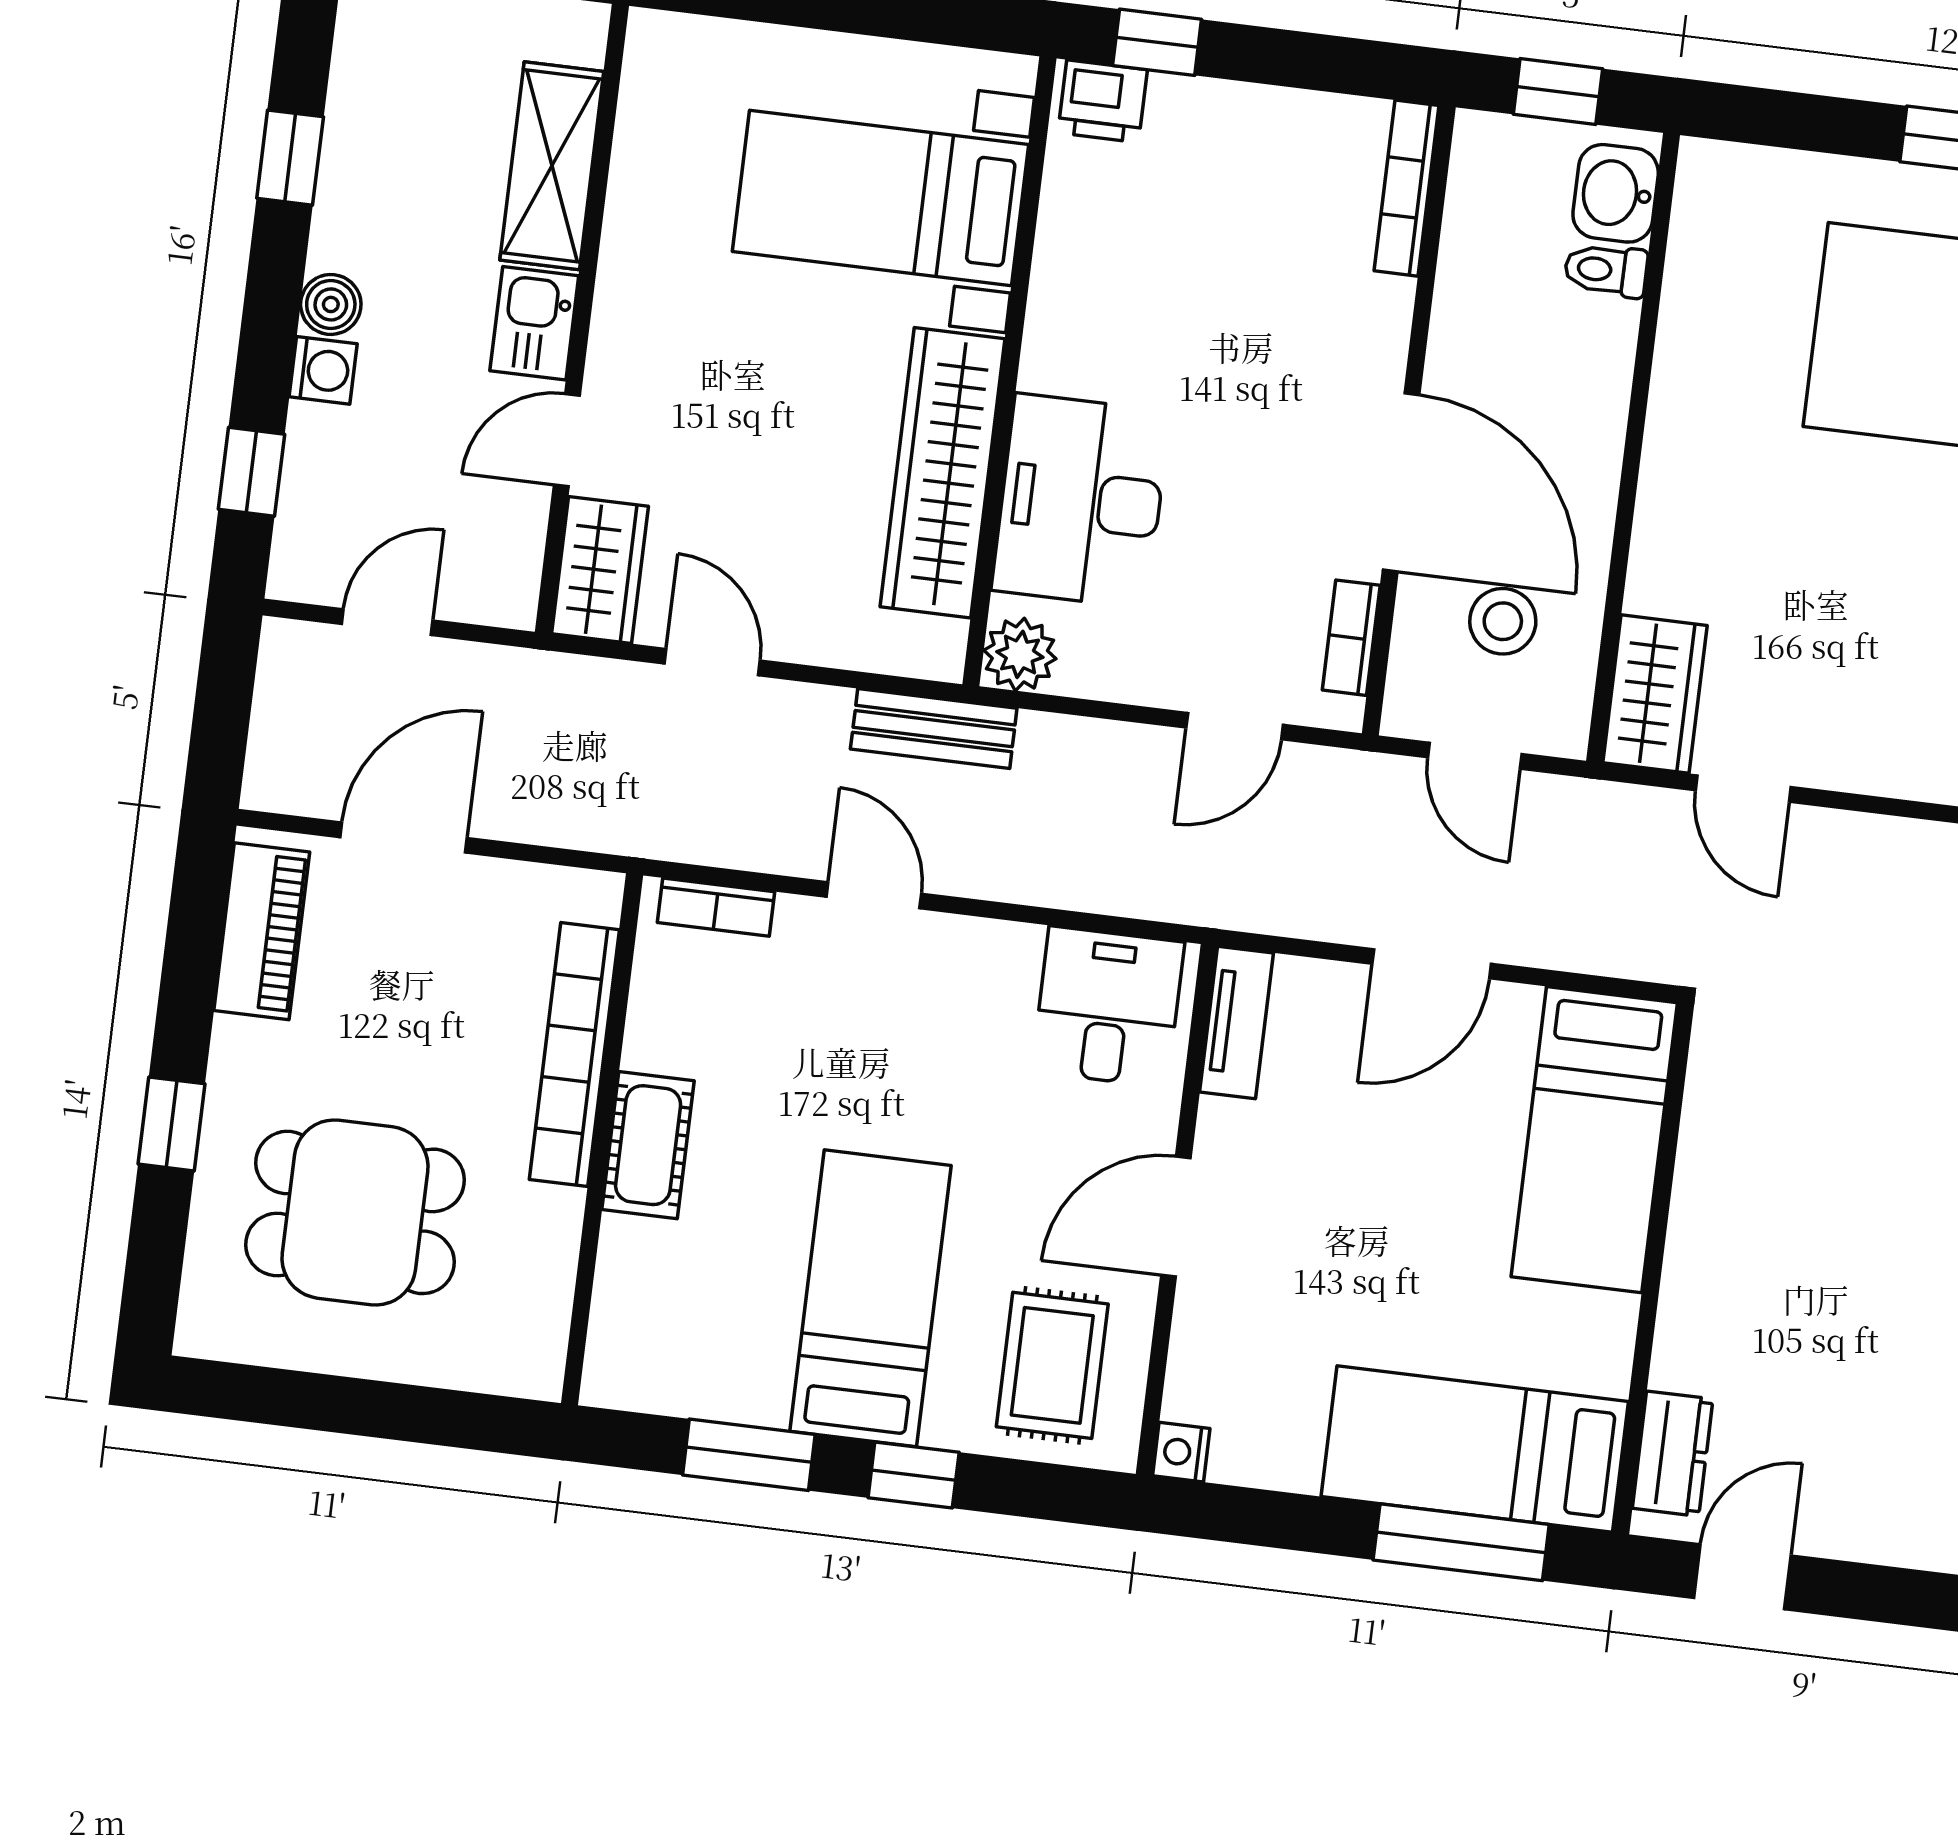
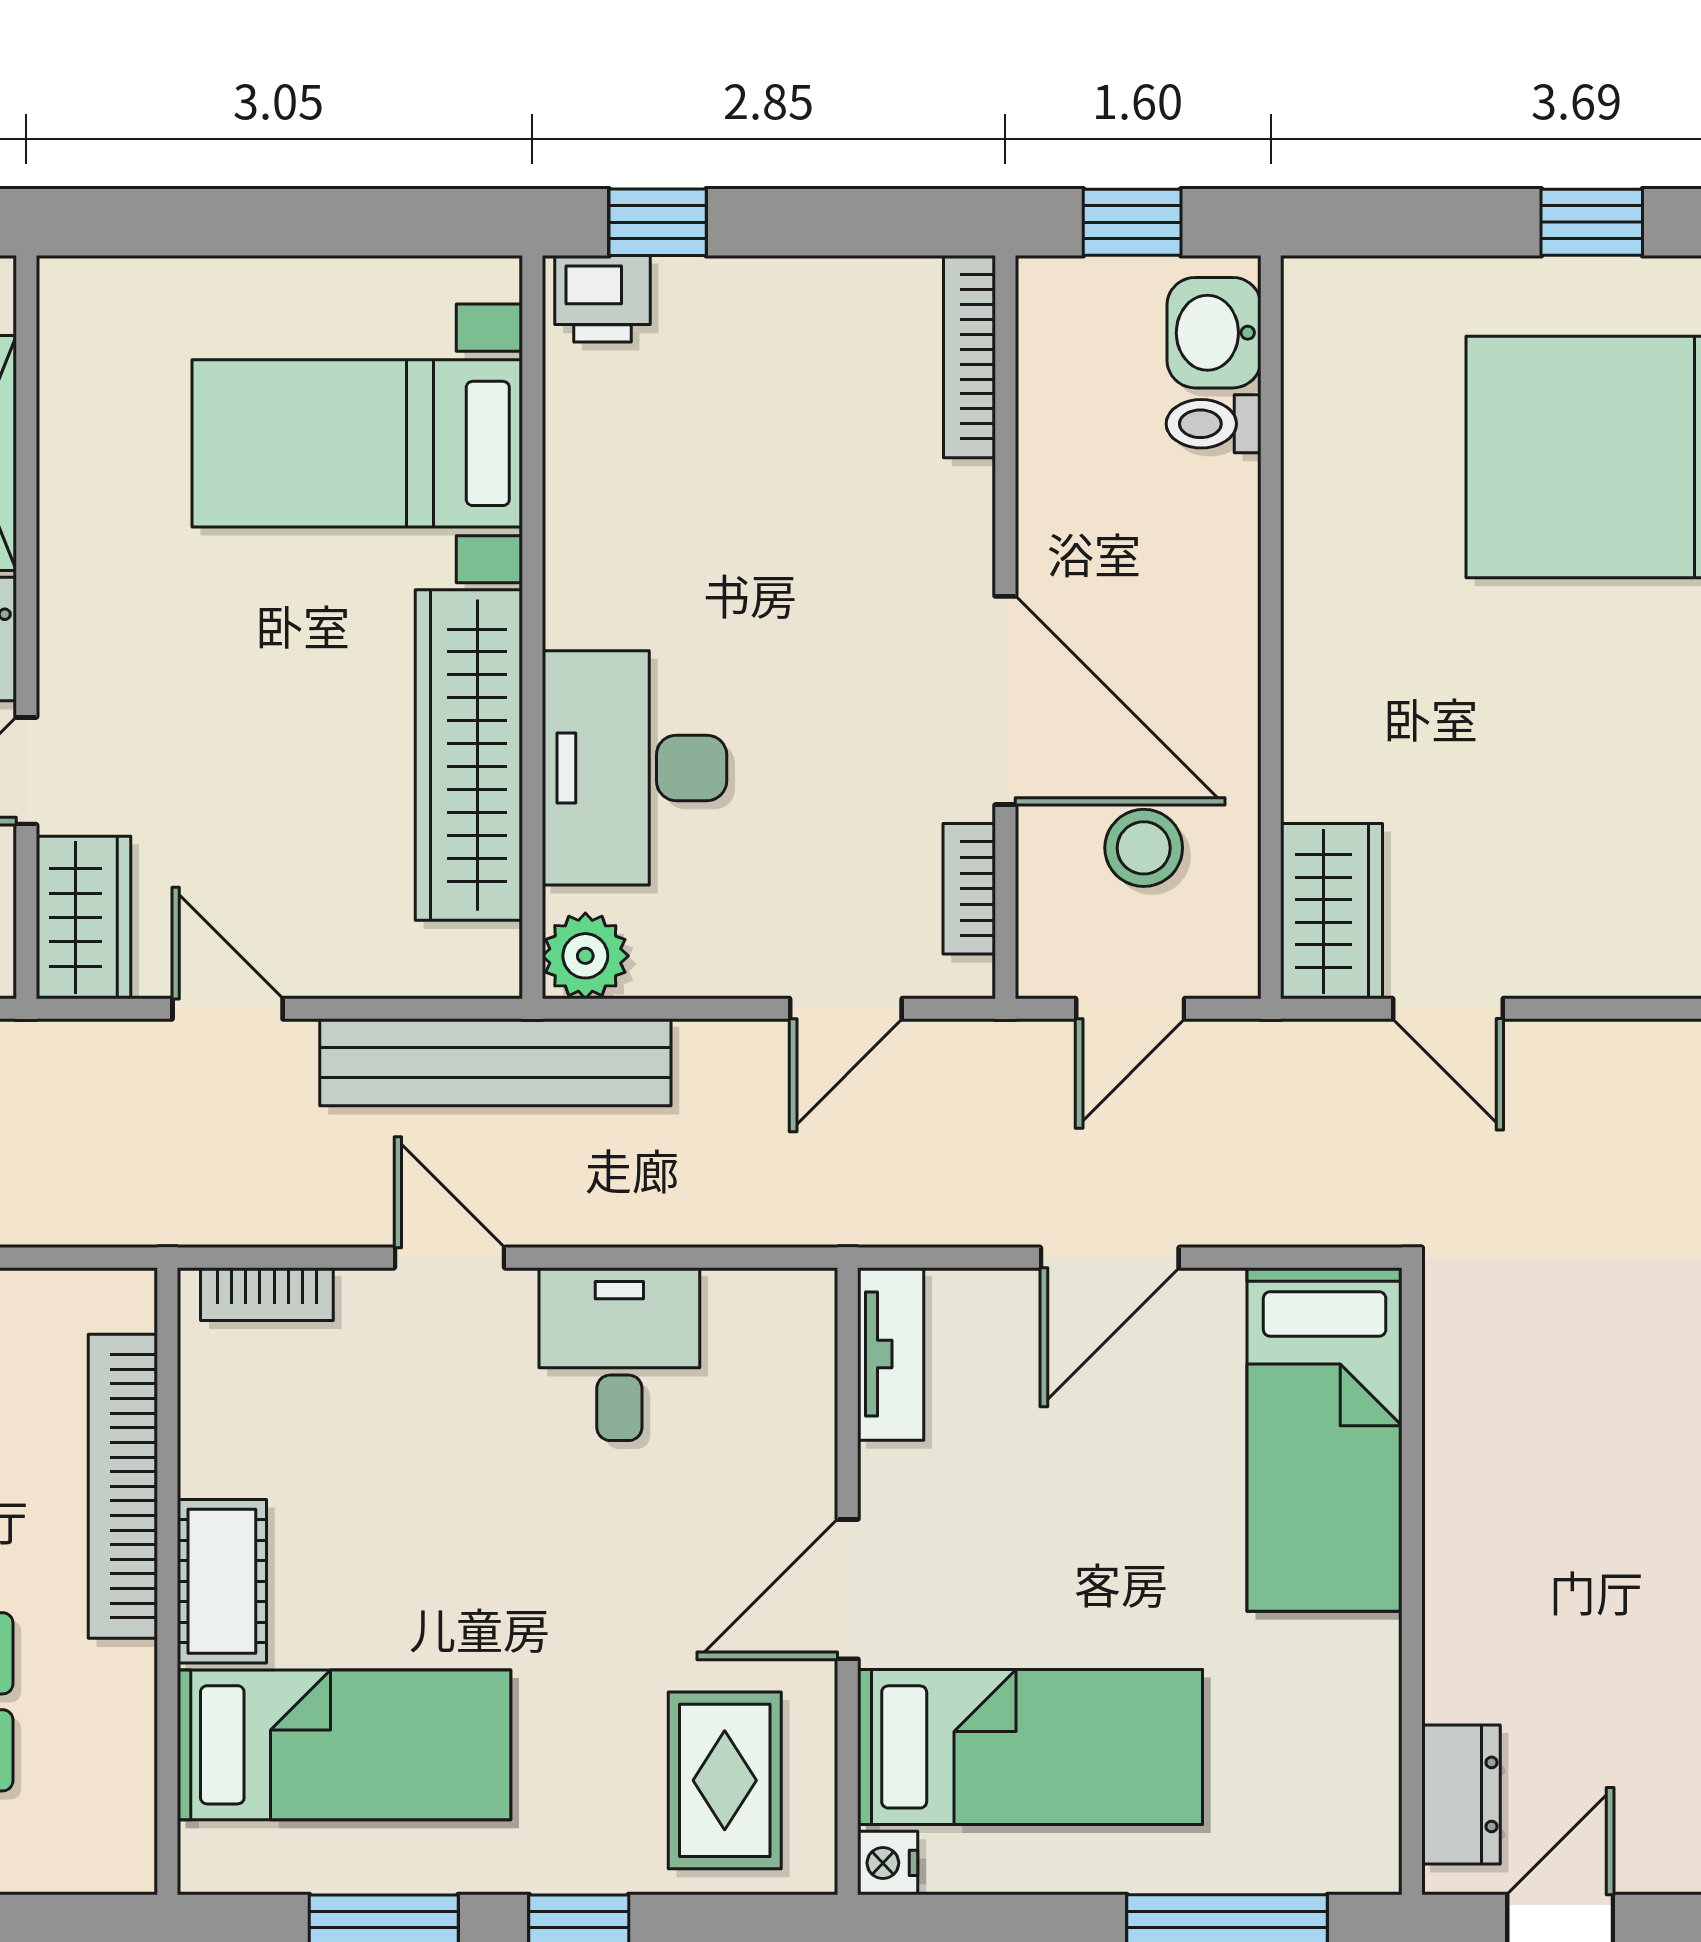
bench: (934, 729) -> (495, 1062), width x1.86, depth x1.21
door: (1475, 756) -> (1130, 1009), hinge flipped
desk: (1108, 1007) -> (619, 1354), moved
bed: (870, 1298) -> (344, 1745), moved, turned 90
bed: (1475, 1449) -> (1030, 1747), moved, turned 180

